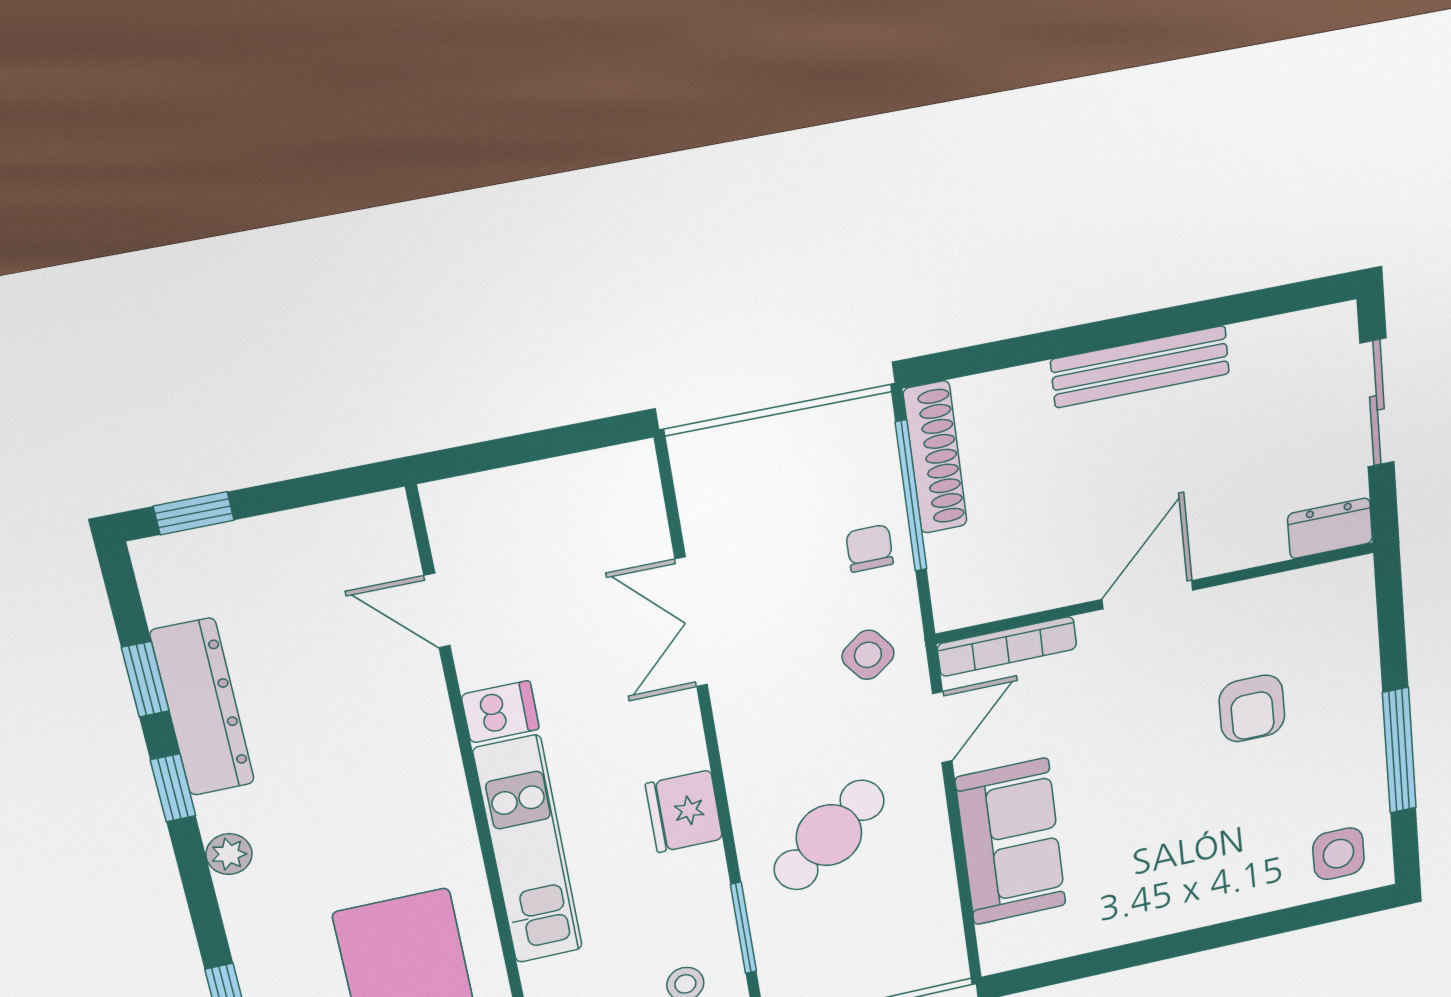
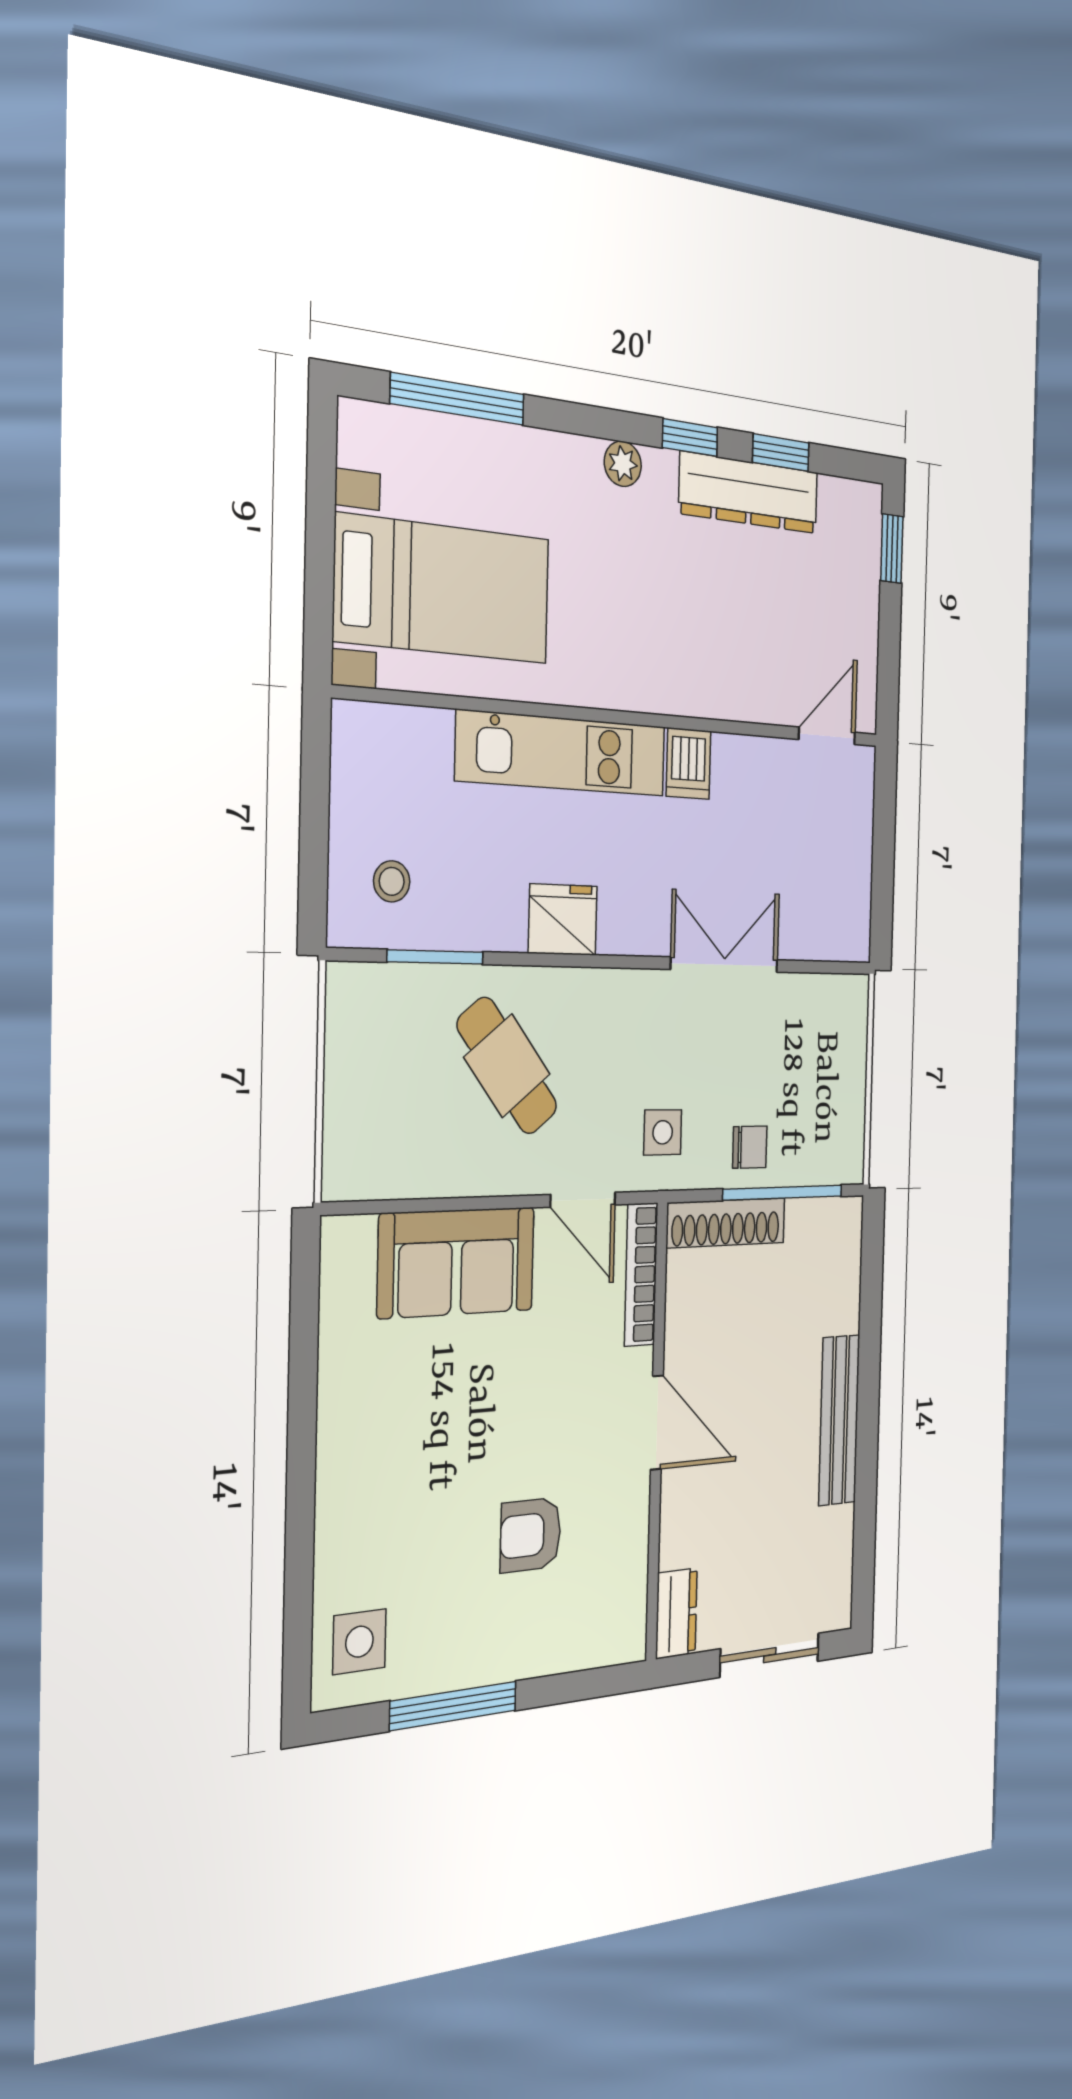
shoe rack: (935, 457) -> (726, 1223), moved
door: (437, 611) -> (827, 736), moved
side table: (868, 655) -> (663, 1132), turned 37

